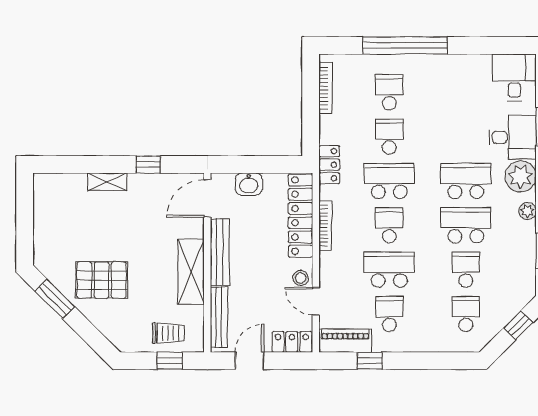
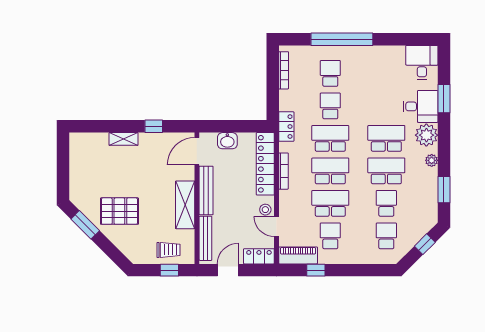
school desk: (389, 225) -> (330, 171), width x1.85

